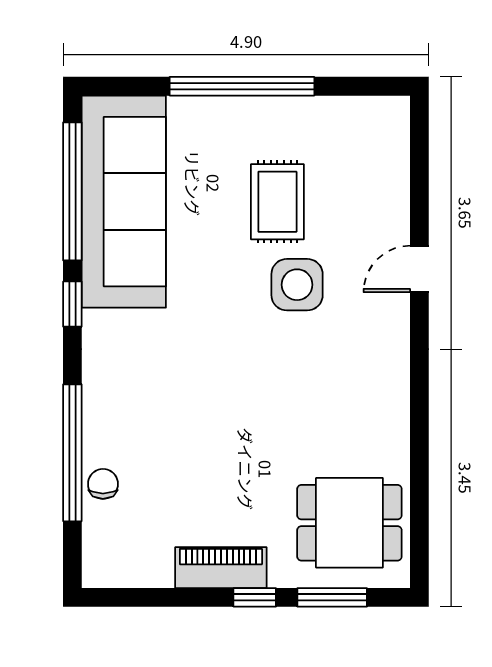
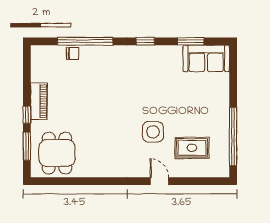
window: (242, 86) -> (233, 137), moved
window: (72, 191) -> (191, 41), width x0.47
sofa: (124, 202) -> (206, 58), width x0.54, depth x0.79
rug: (277, 202) -> (192, 148), moved

